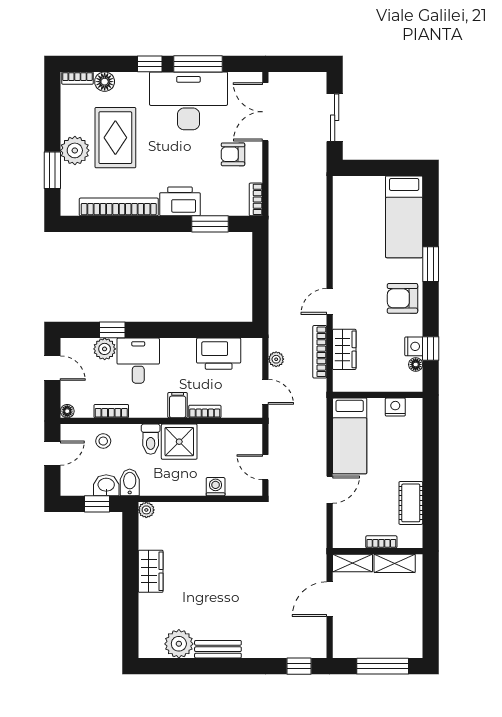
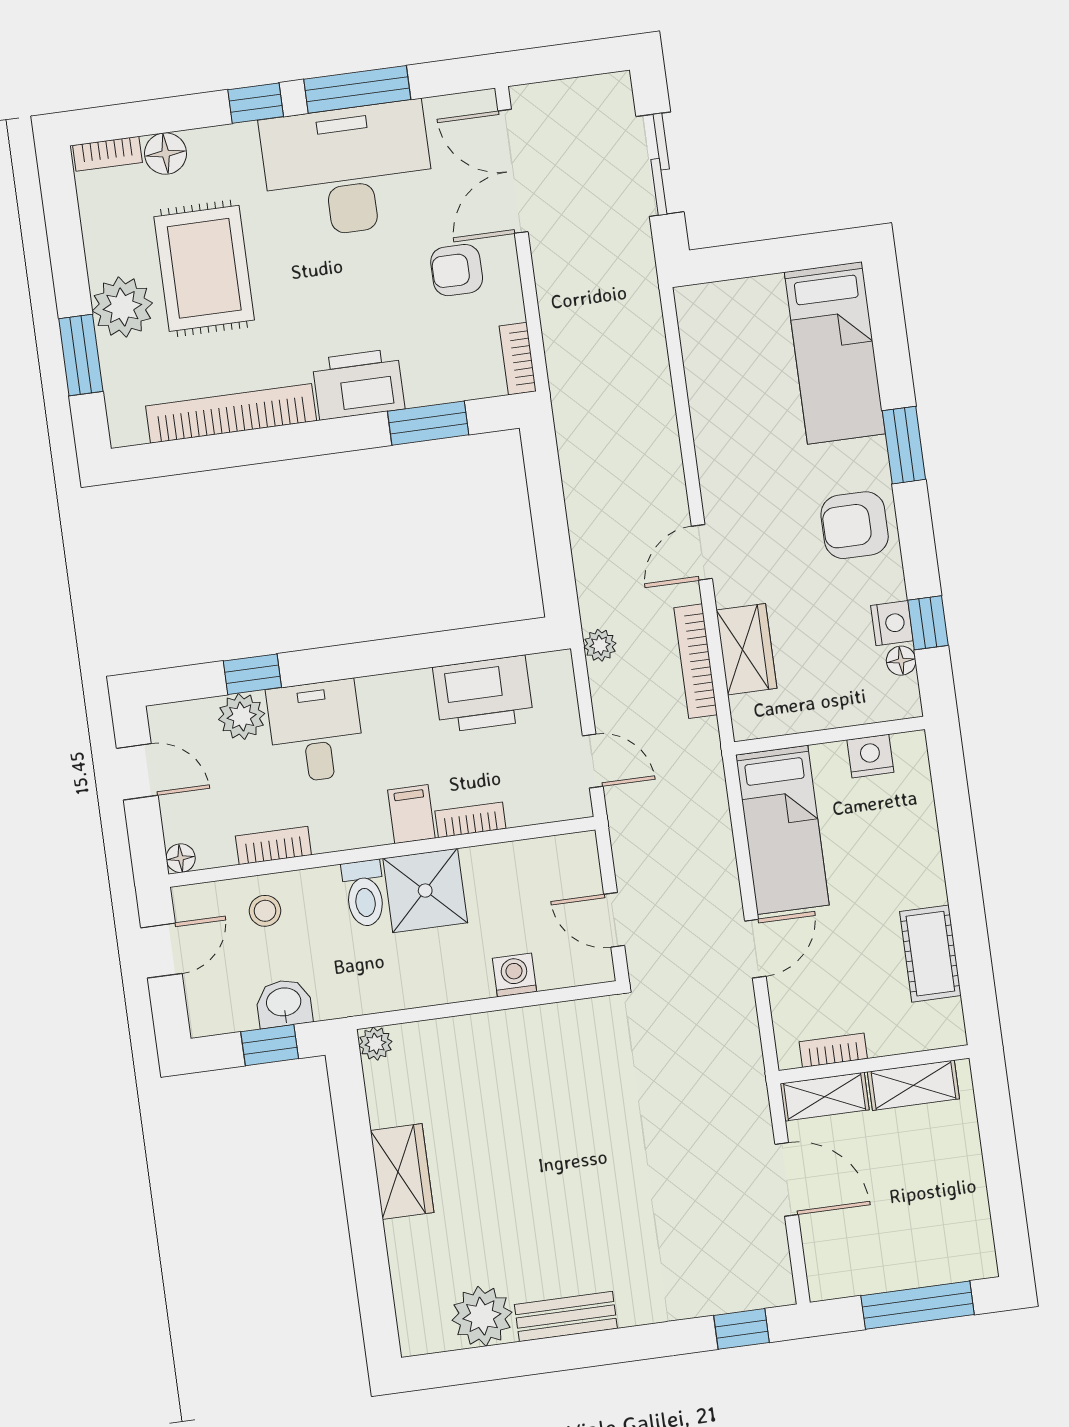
plant: (276, 359) -> (600, 645), moved
bidet: (130, 482) -> (333, 991), removed
bookcase: (381, 542) -> (833, 1050), moved
door: (330, 599) -> (787, 1179), swing flipped

